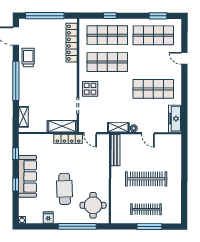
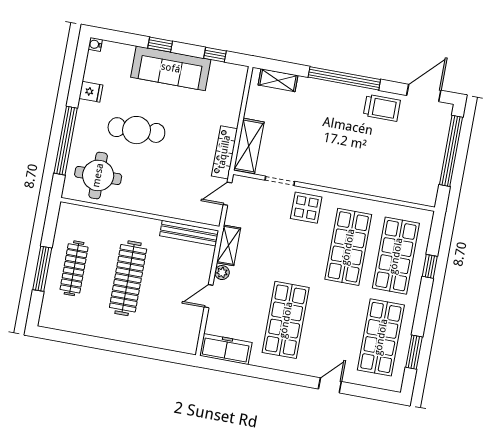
locker: (72, 43) -> (394, 190), removed

